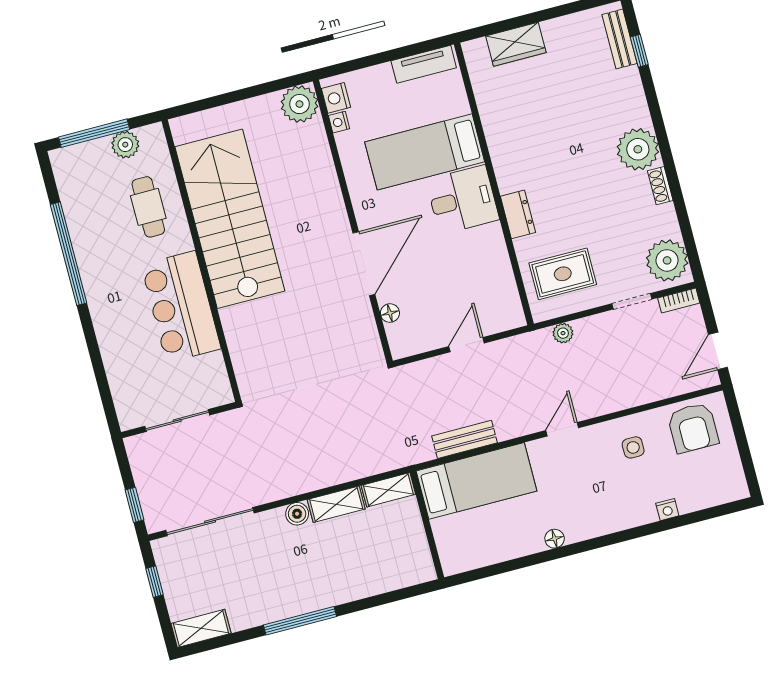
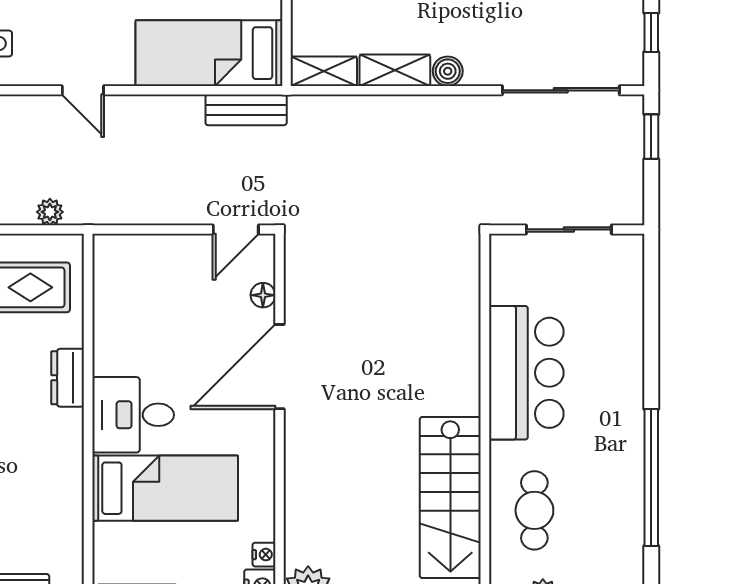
stairs: (230, 219) -> (450, 497), width x0.73, depth x0.66
door: (467, 345) -> (236, 229), moved
door: (562, 429) -> (83, 90), hinge flipped
bench: (465, 439) -> (246, 110), moved

